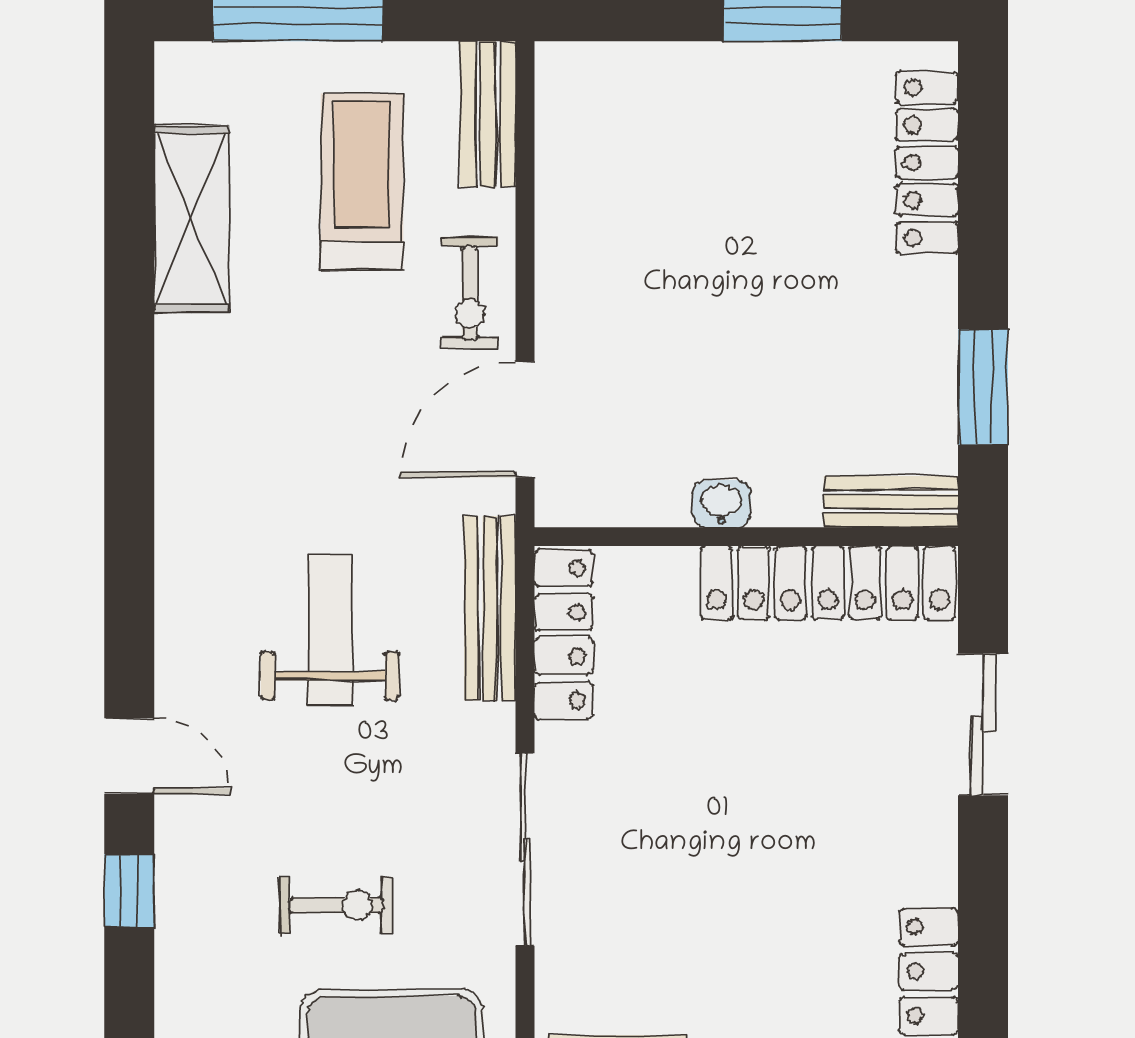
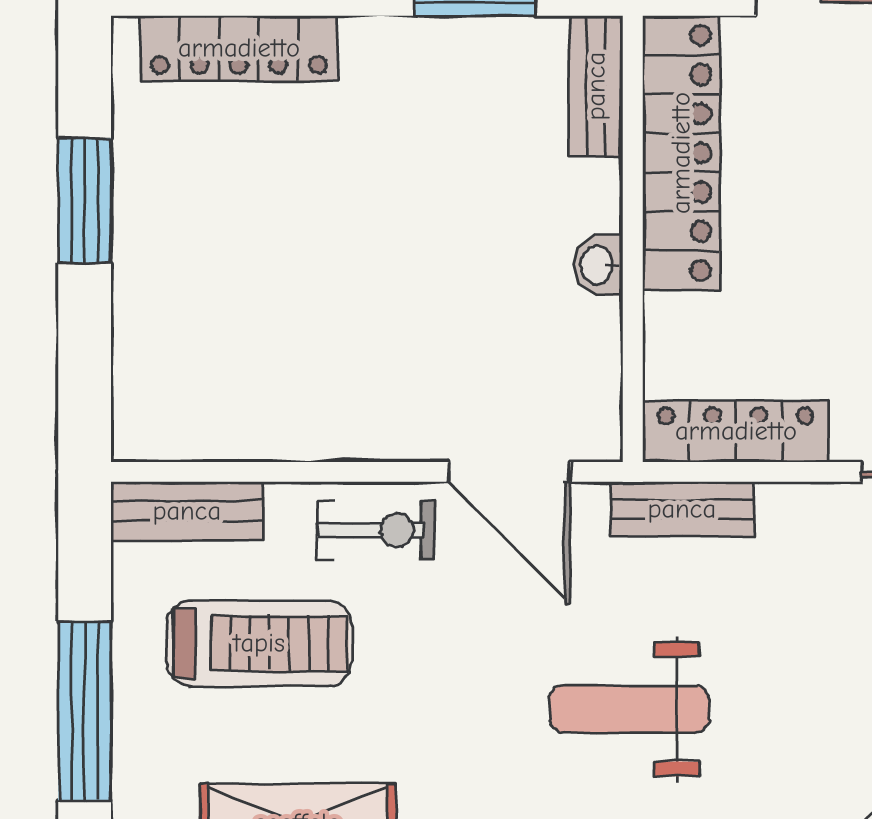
treadmill: (362, 182) -> (259, 643), turned 180
bench: (490, 608) -> (682, 509), width x0.73
weight bench: (330, 630) -> (629, 709), moved

